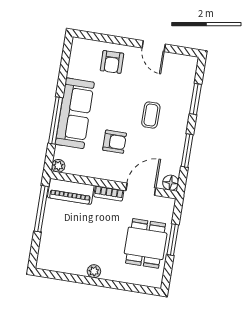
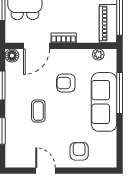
plant: (58, 166) -> (98, 54), moved
piano: (71, 191) -> (108, 24), moved, turned -90

